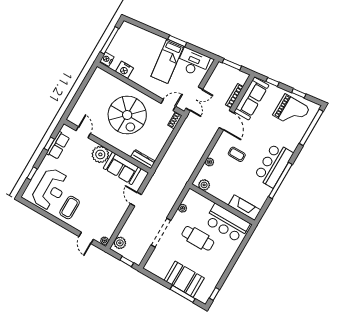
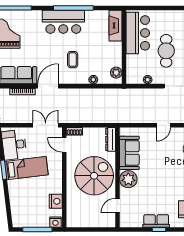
door: (83, 132) -> (118, 206), moved
wall: (107, 146) -> (118, 177), moved
plant: (100, 154) -> (128, 179), moved
dresser: (143, 159) -> (111, 139), moved
sofa: (122, 168) -> (129, 153), moved

